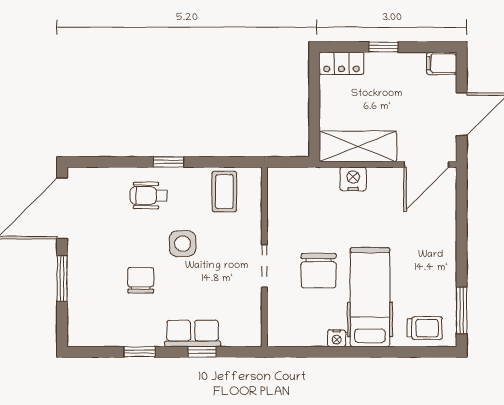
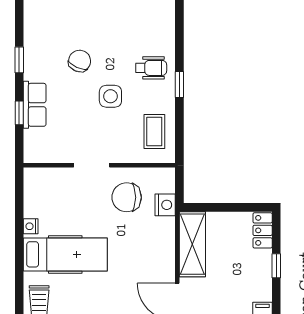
nightstand: (353, 179) -> (165, 205), moved
coffee table: (224, 192) -> (154, 132), turned 90
wheelchair: (149, 196) -> (151, 68), turned 90
chair: (319, 271) -> (127, 197), moved
chair: (141, 280) -> (80, 61), turned -66

